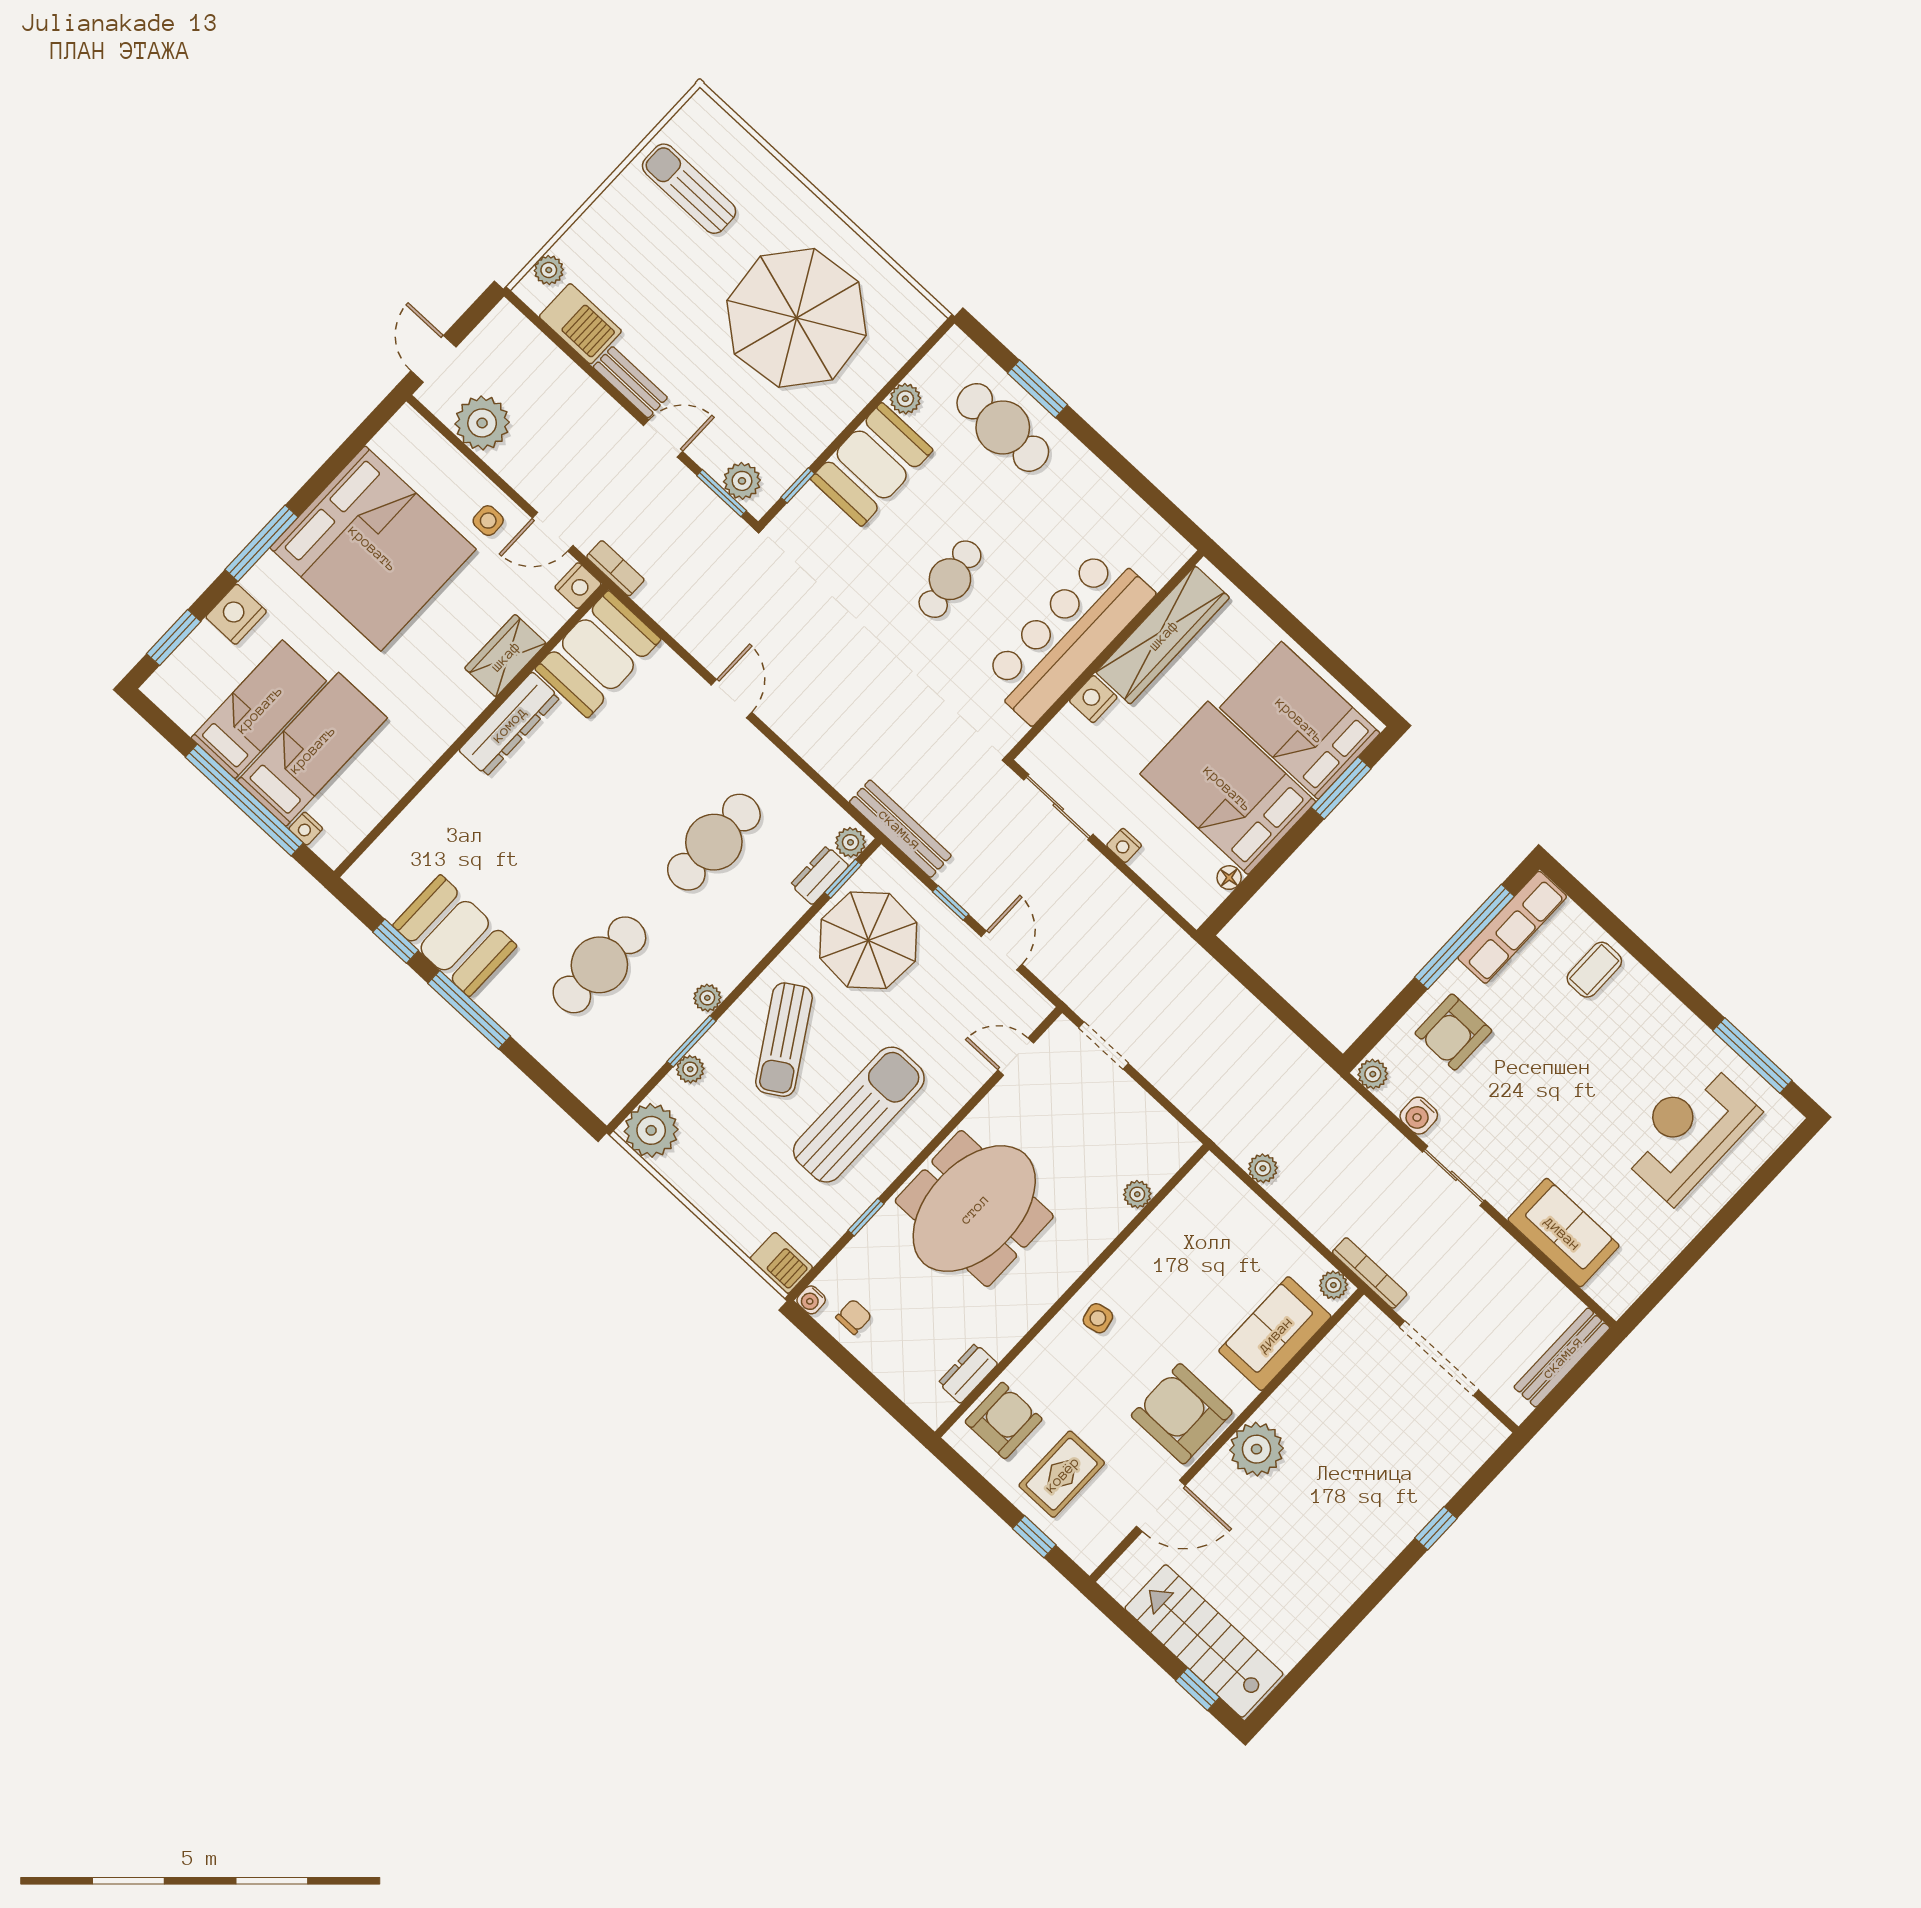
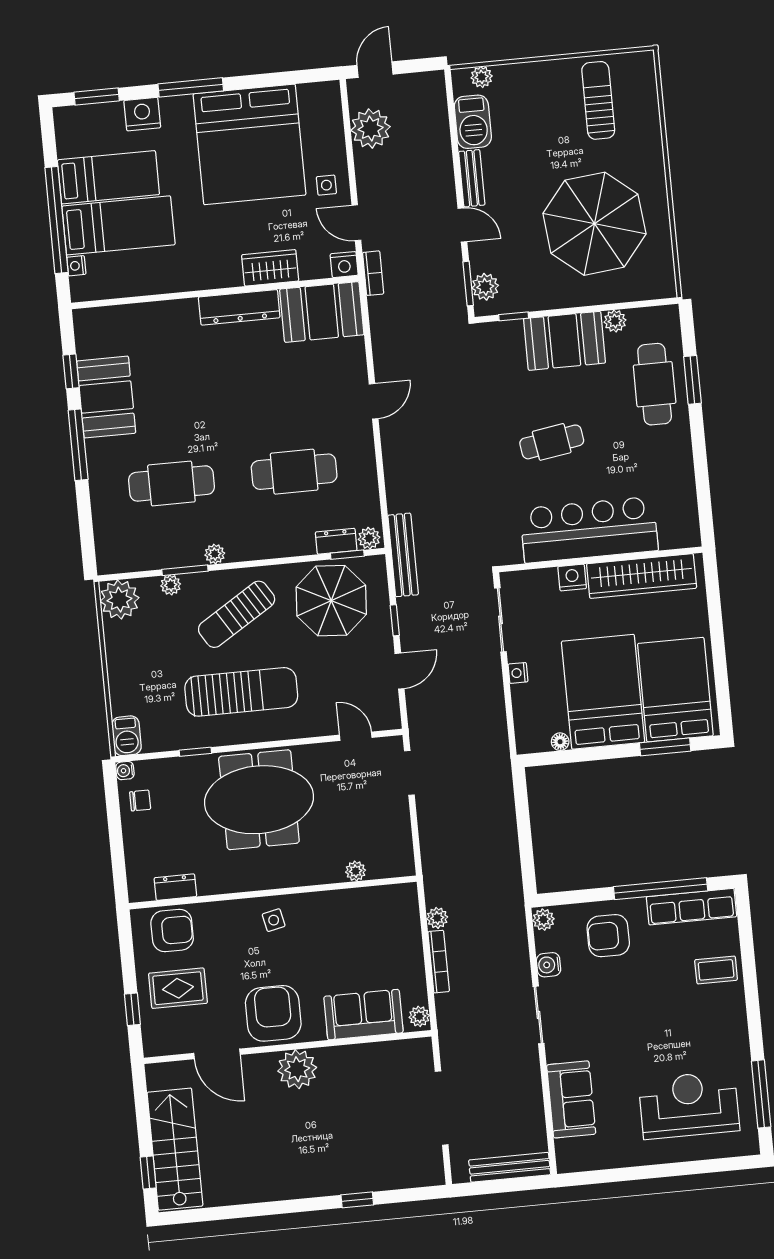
bookcase: (1370, 1273) -> (439, 962), moved

